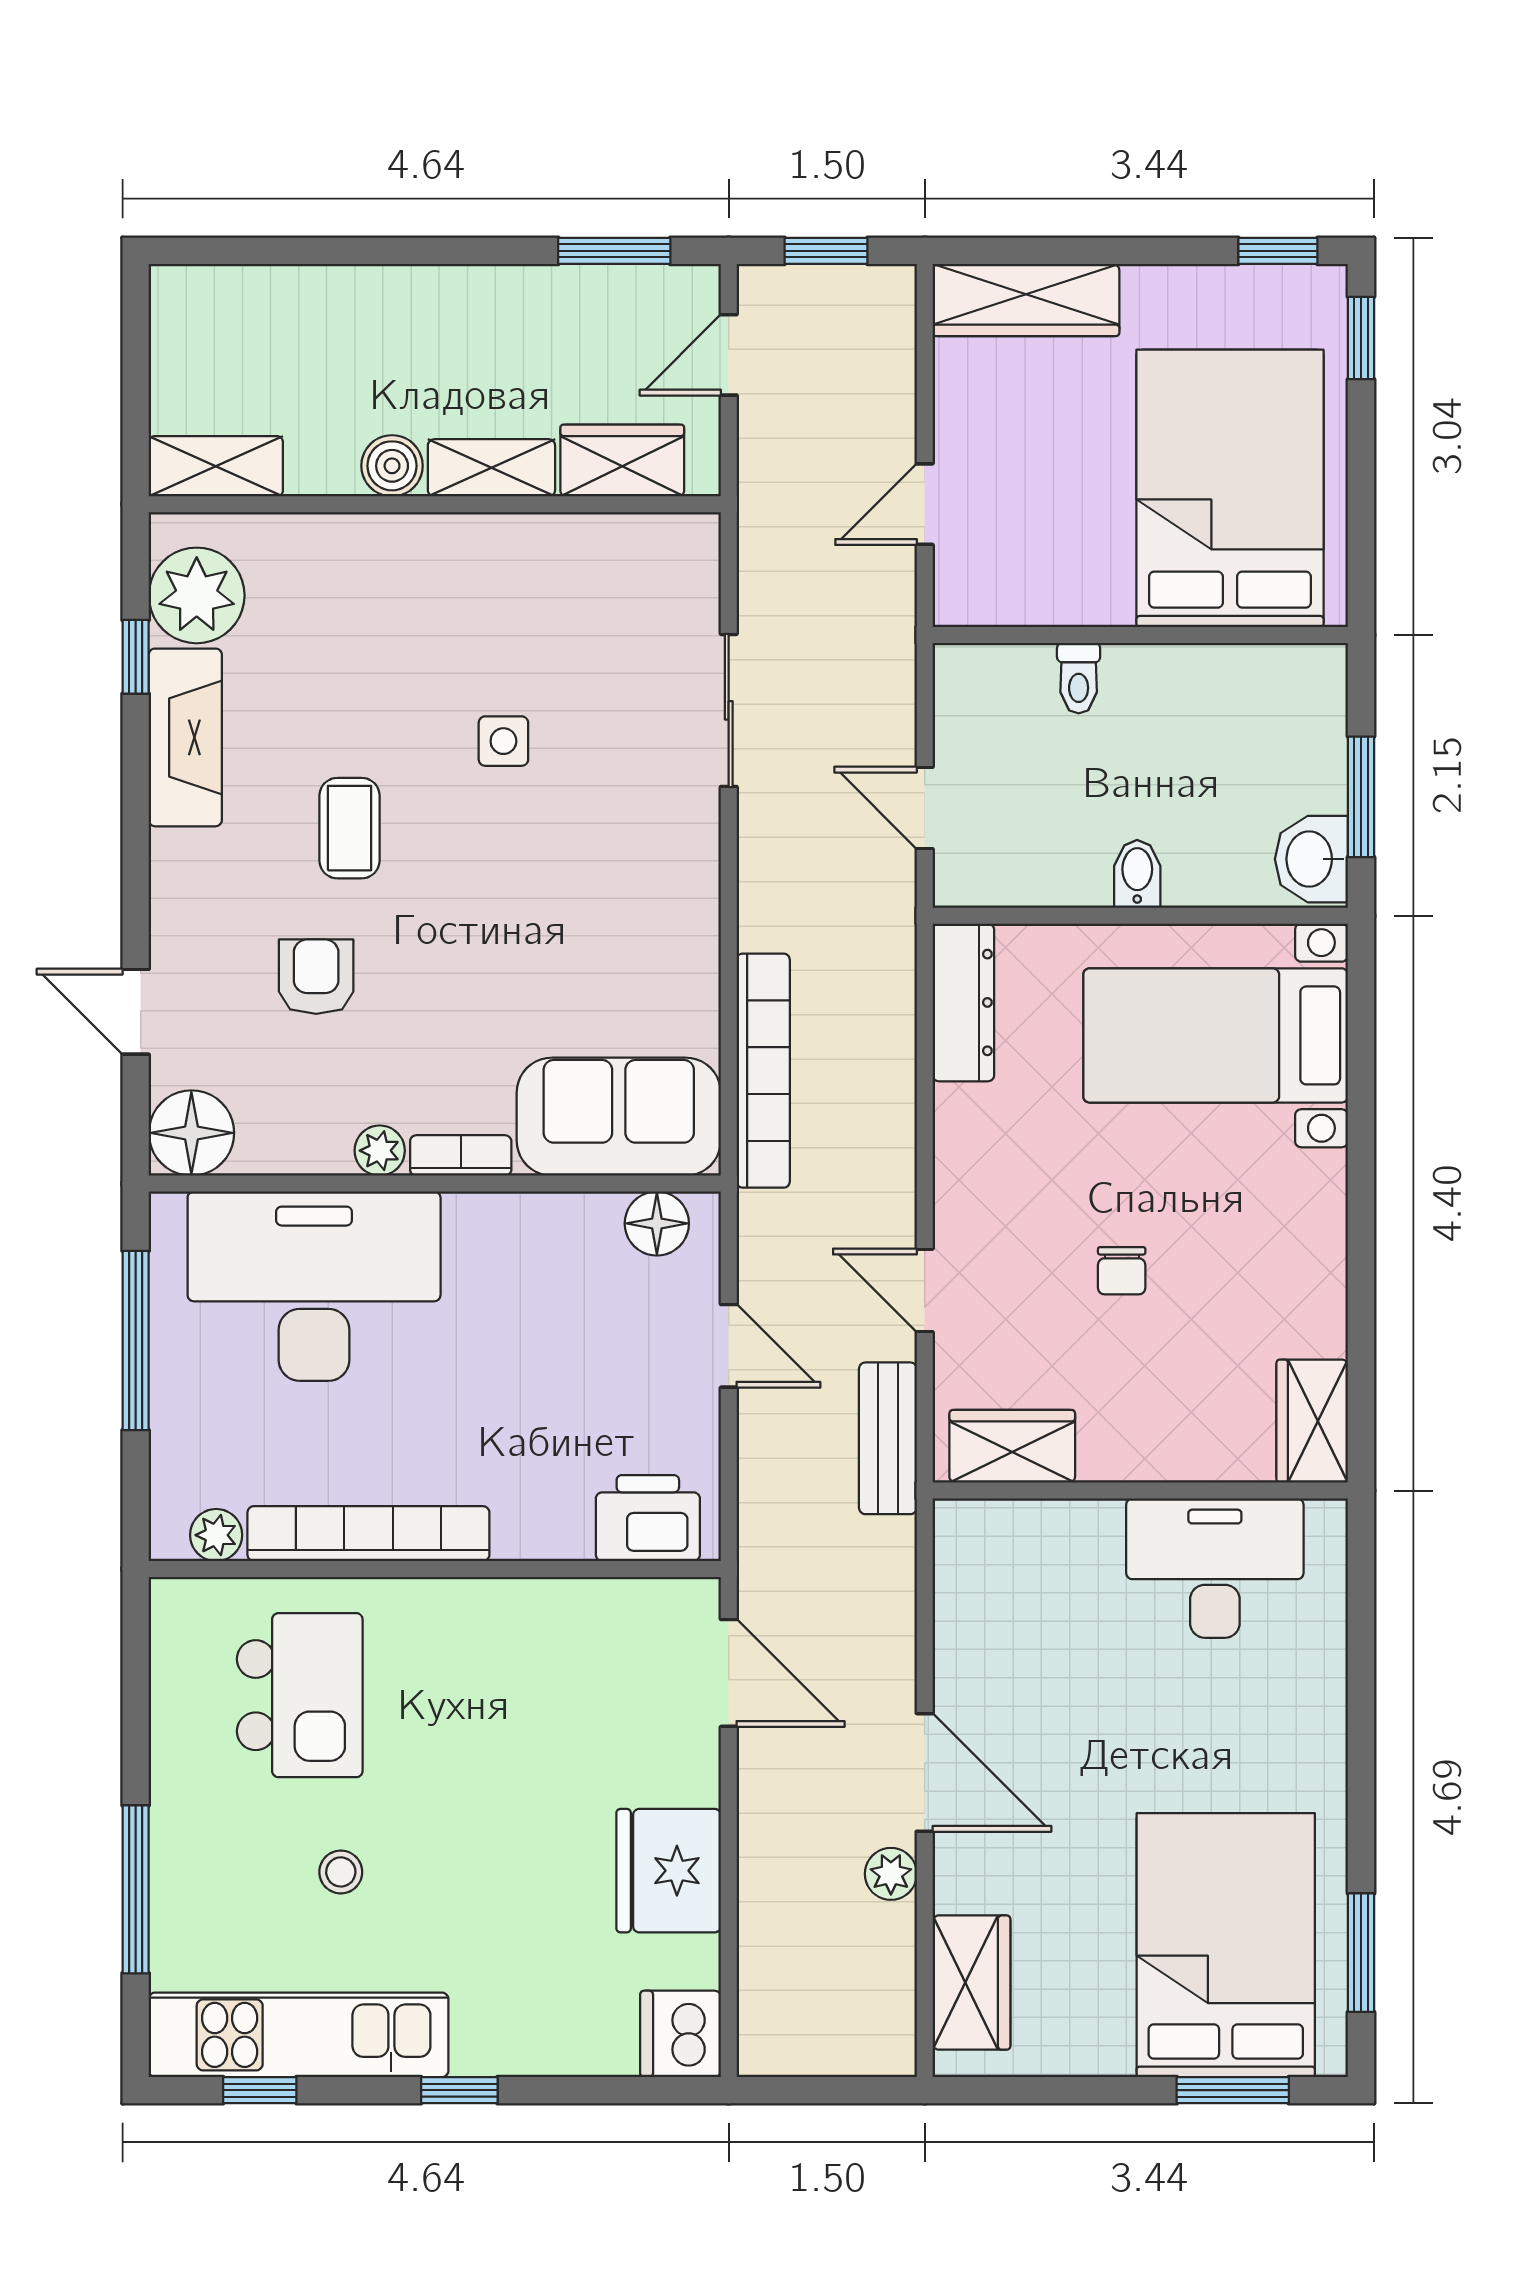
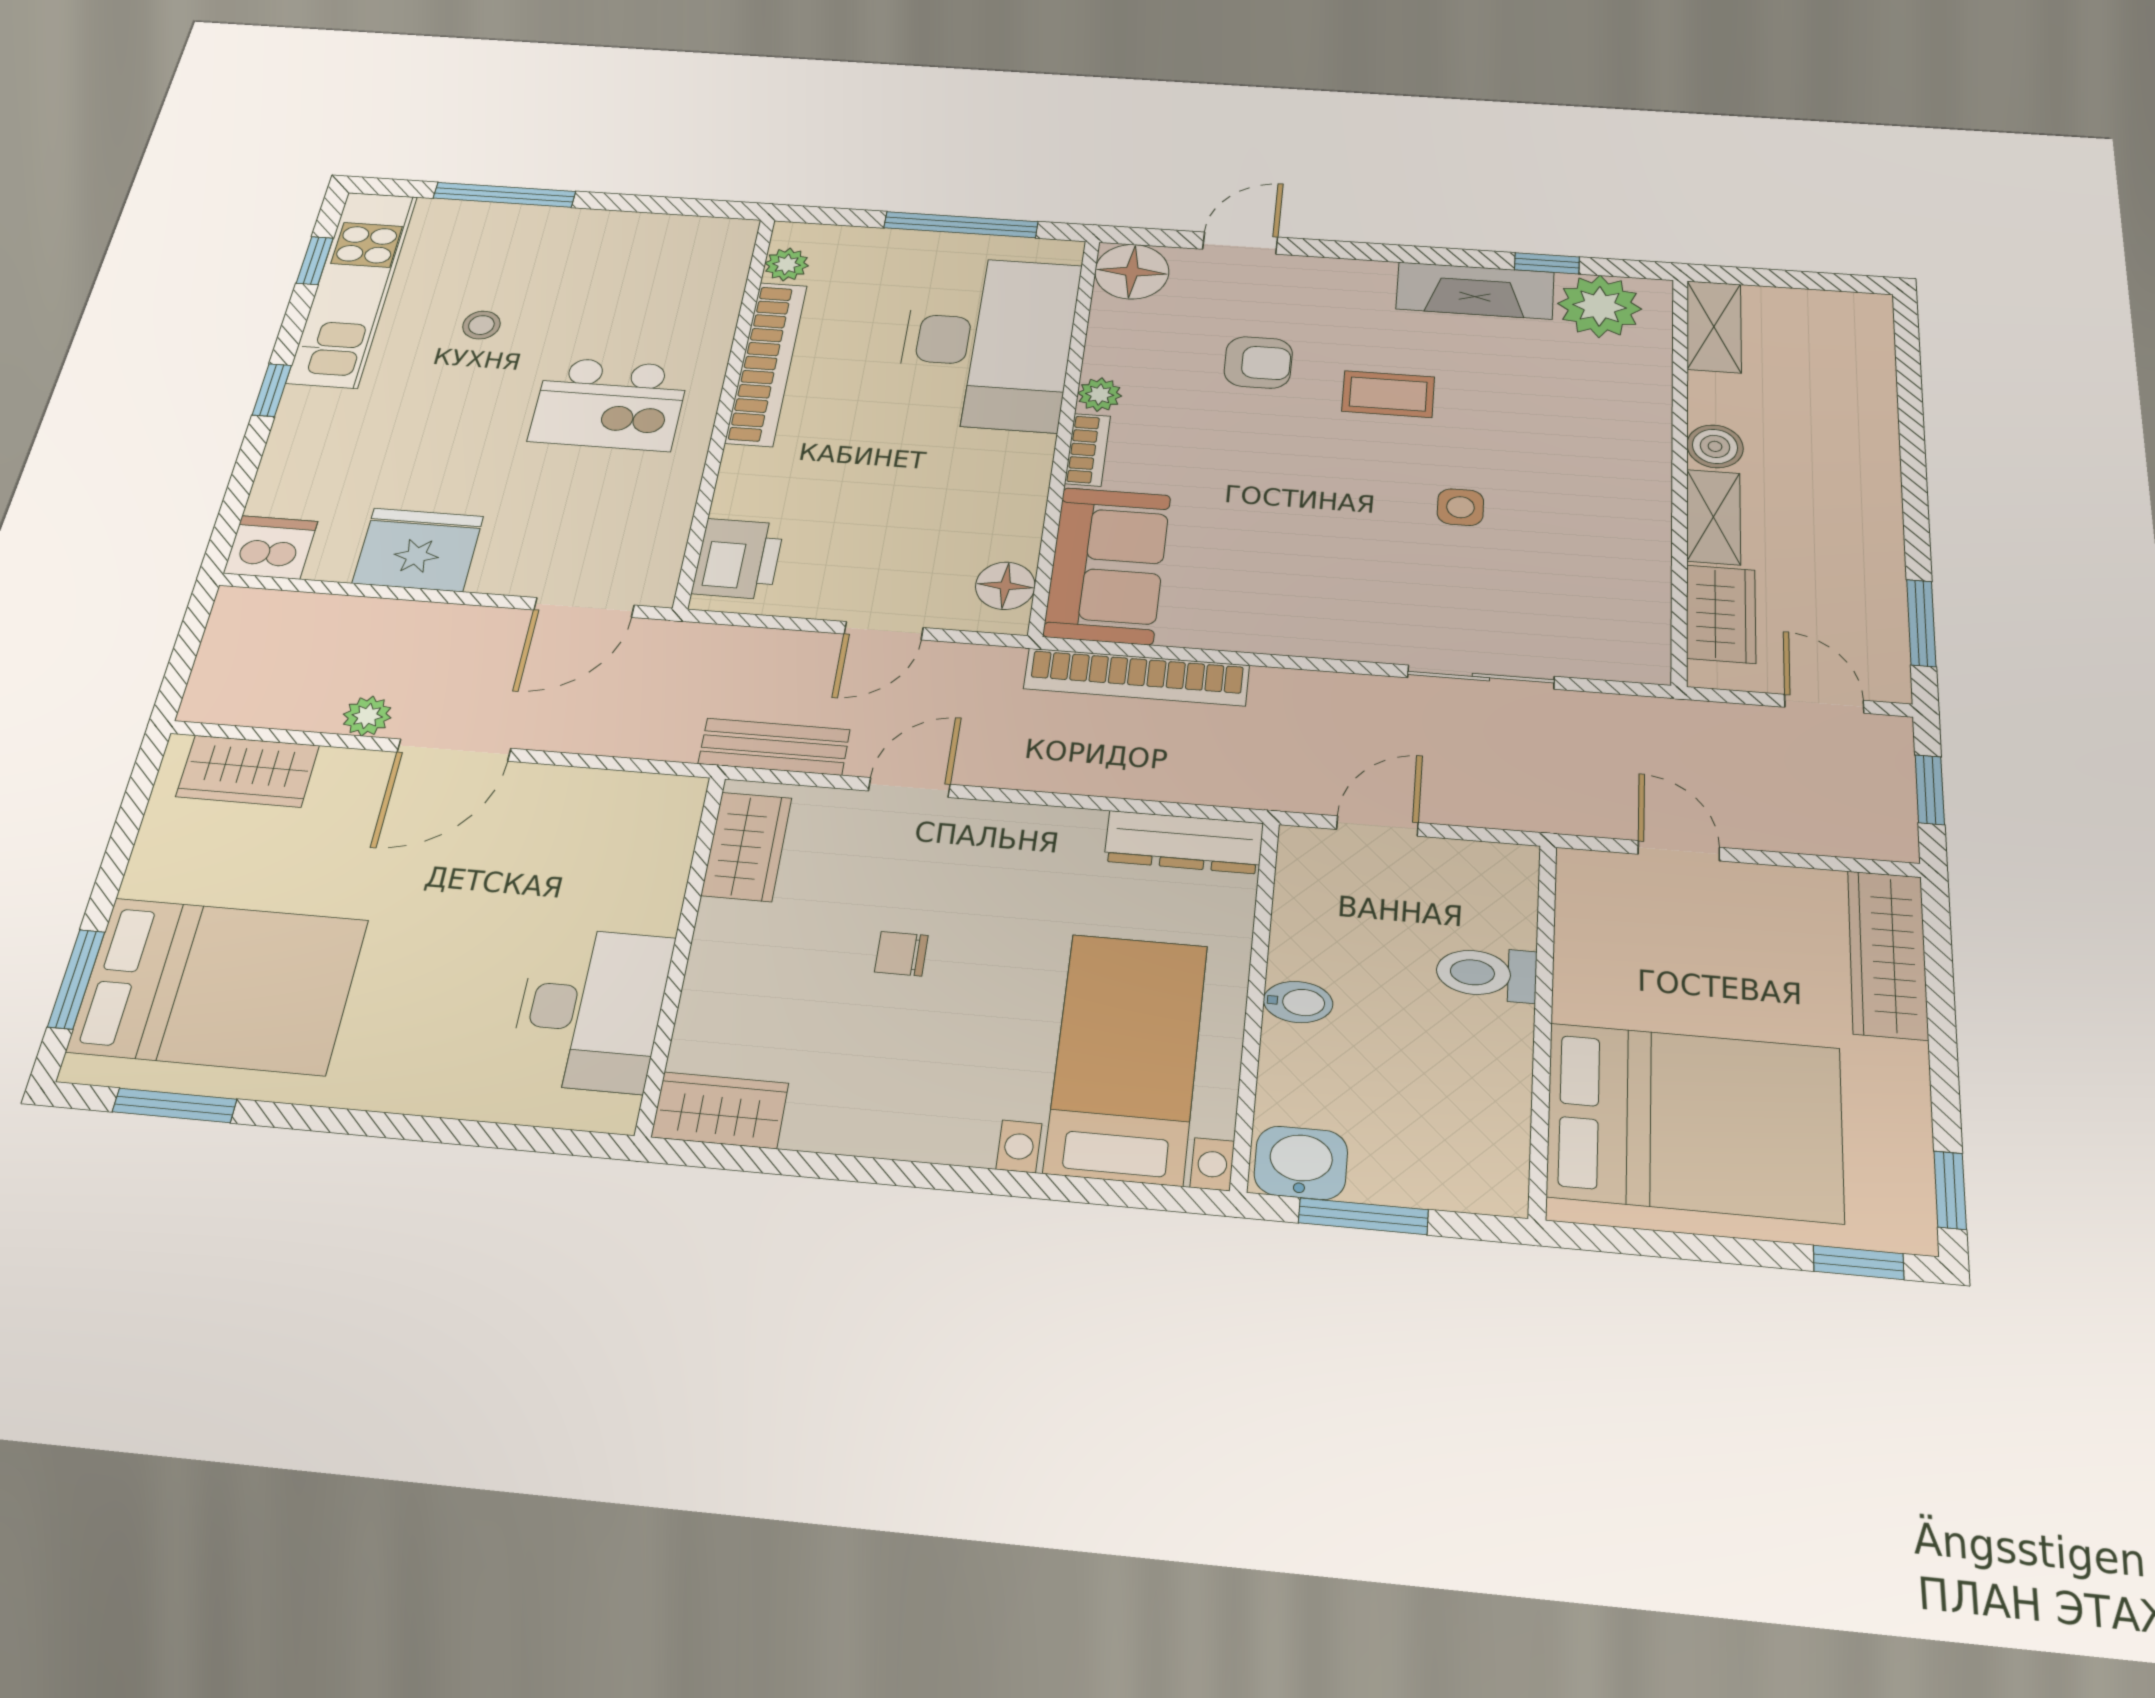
toilet: (1079, 678) -> (1486, 973), width x1.37, depth x1.39
kitchen island: (300, 1695) -> (609, 404), moved

